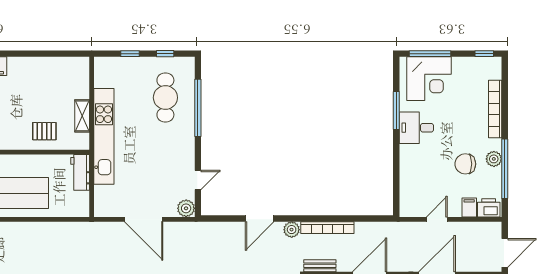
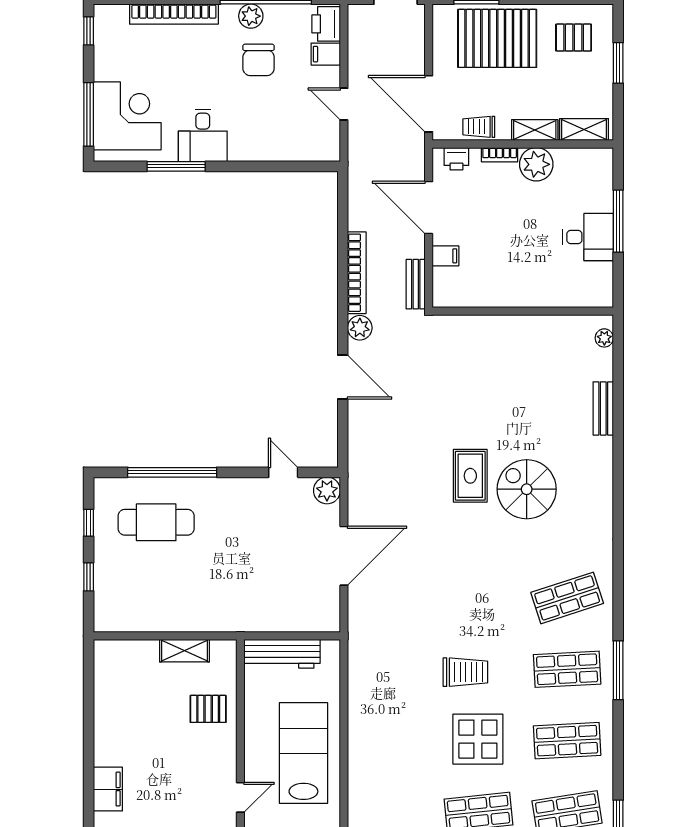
pallet: (44, 131) -> (208, 709), turned 90
kitchen unit: (104, 136) -> (216, 617), removed
workbench: (80, 172) -> (282, 654), width x1.38

